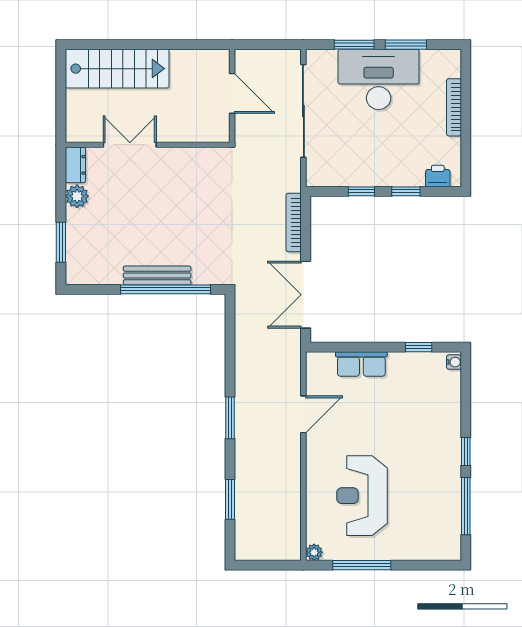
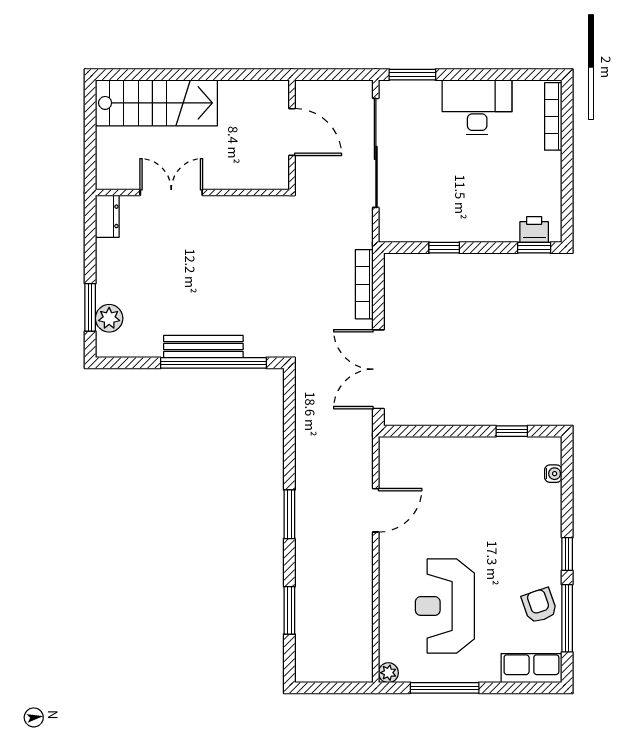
window: (354, 45) -> (412, 75), moved
window: (406, 45) -> (496, 75), removed
desk: (379, 79) -> (477, 107), width x0.73, depth x0.77
bookcase: (454, 107) -> (553, 116), moved
window: (406, 191) -> (534, 248), moved
plant: (77, 196) -> (109, 318), moved
water cooler: (454, 362) -> (553, 474), moved
row of seats: (361, 364) -> (531, 668), moved, turned 180
armchair: (442, 495) -> (539, 605), added

